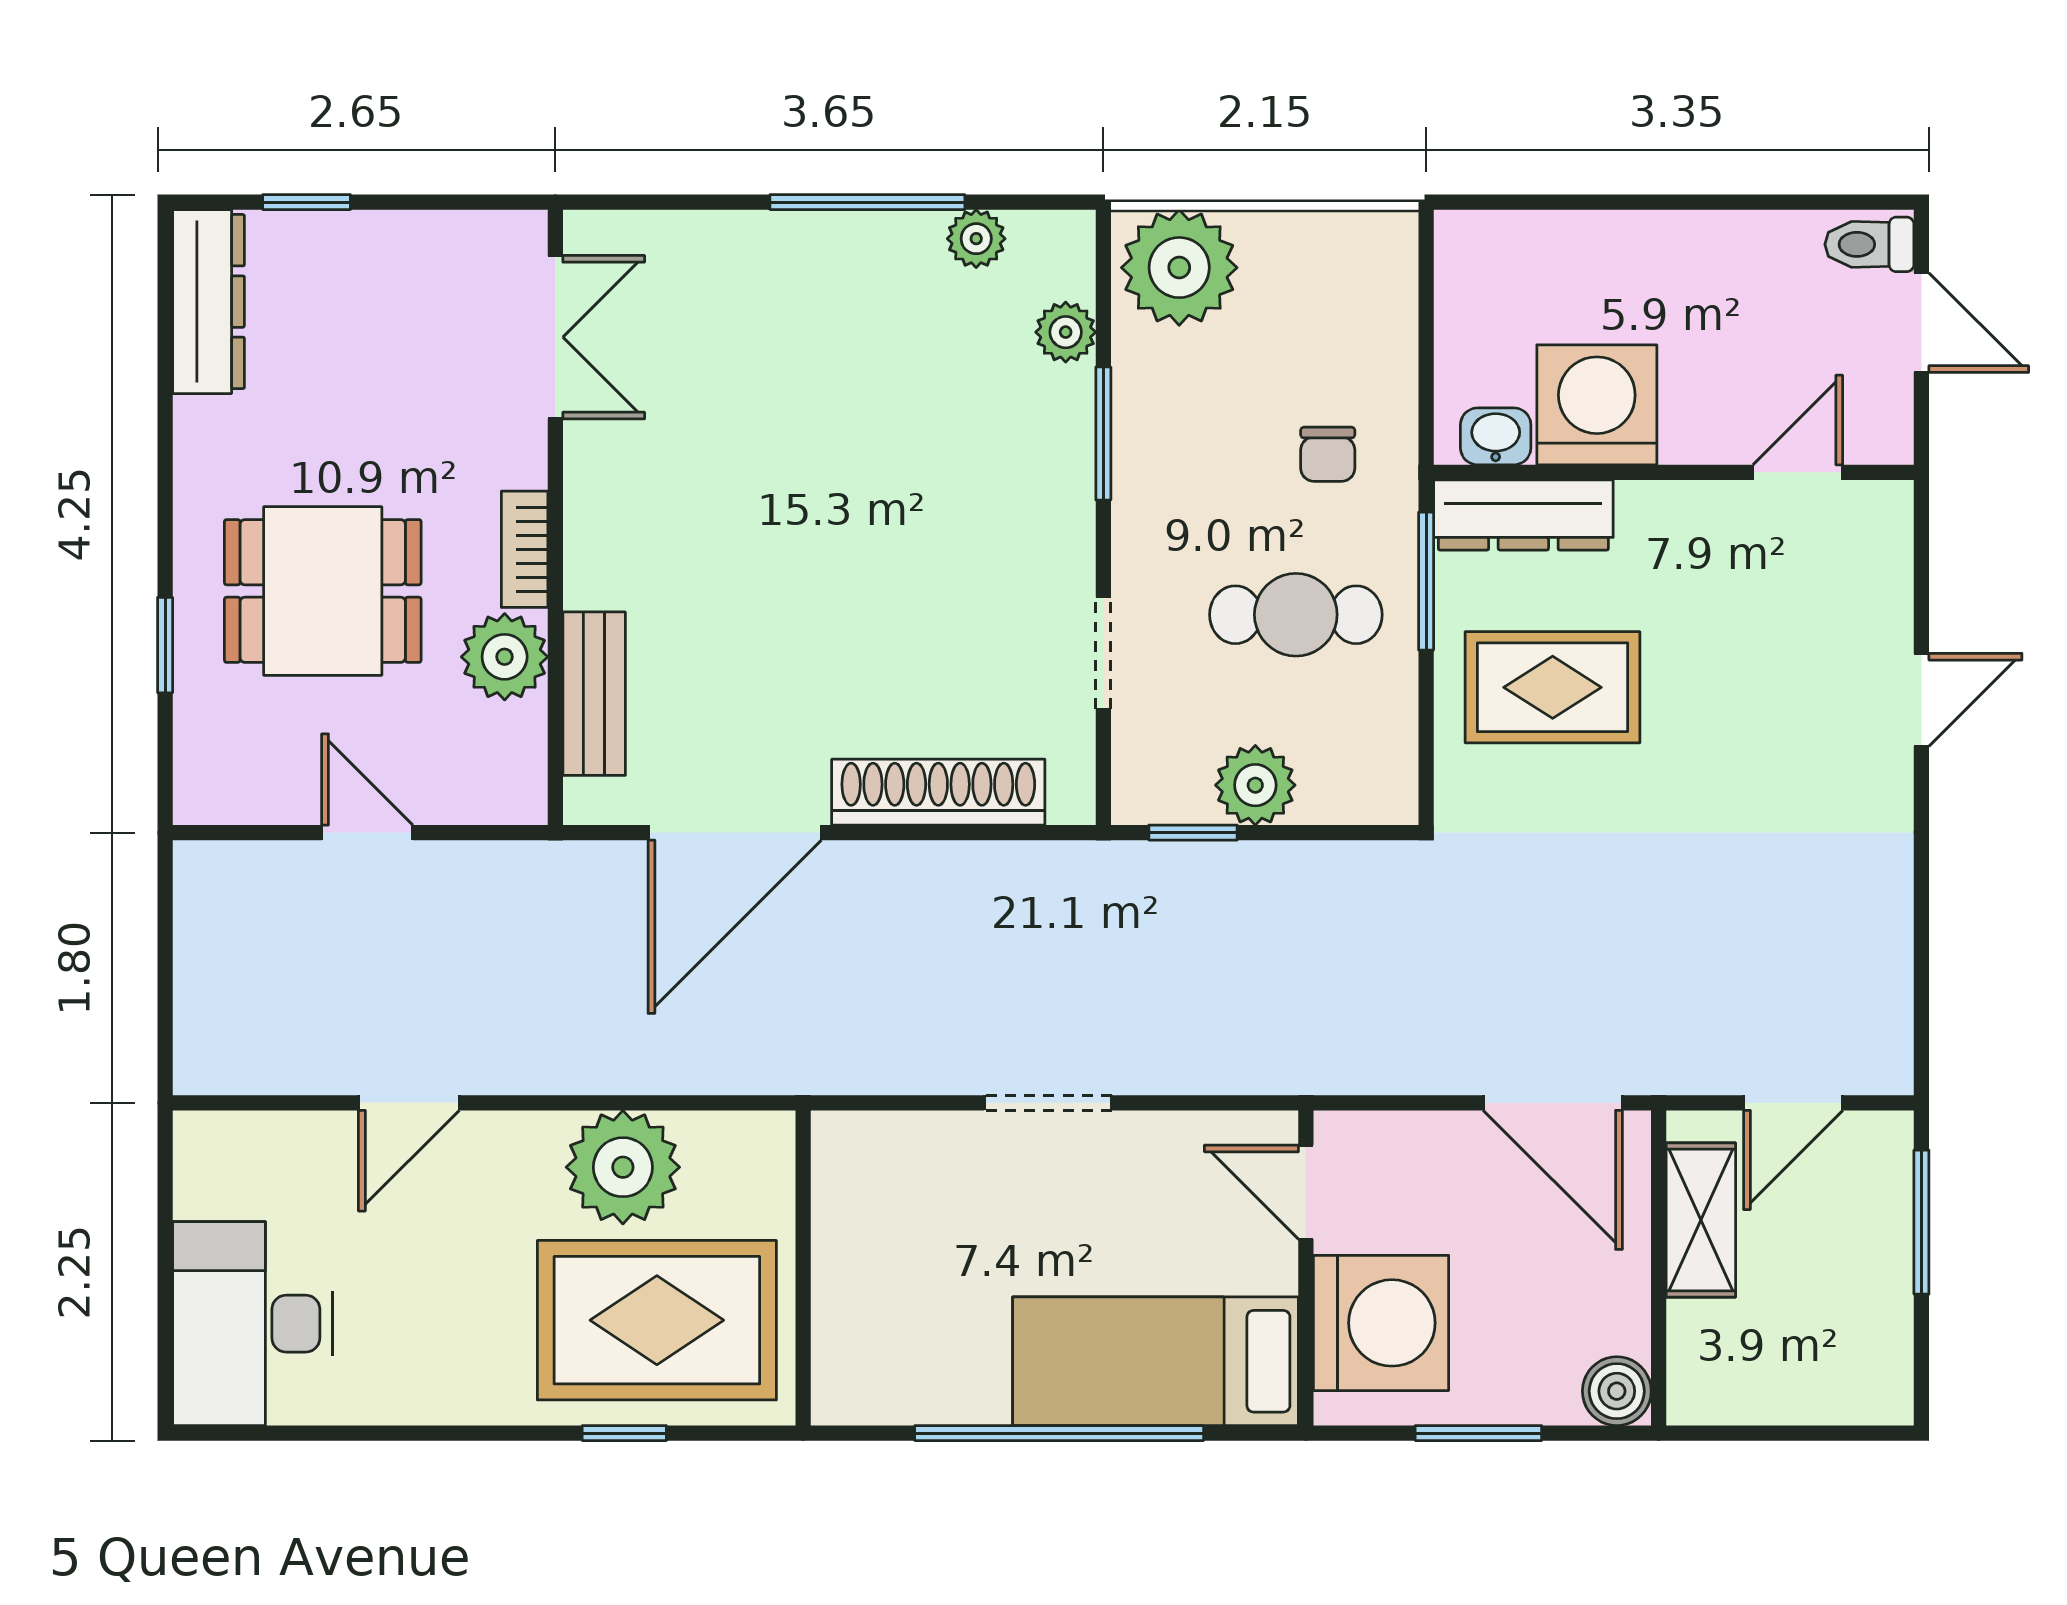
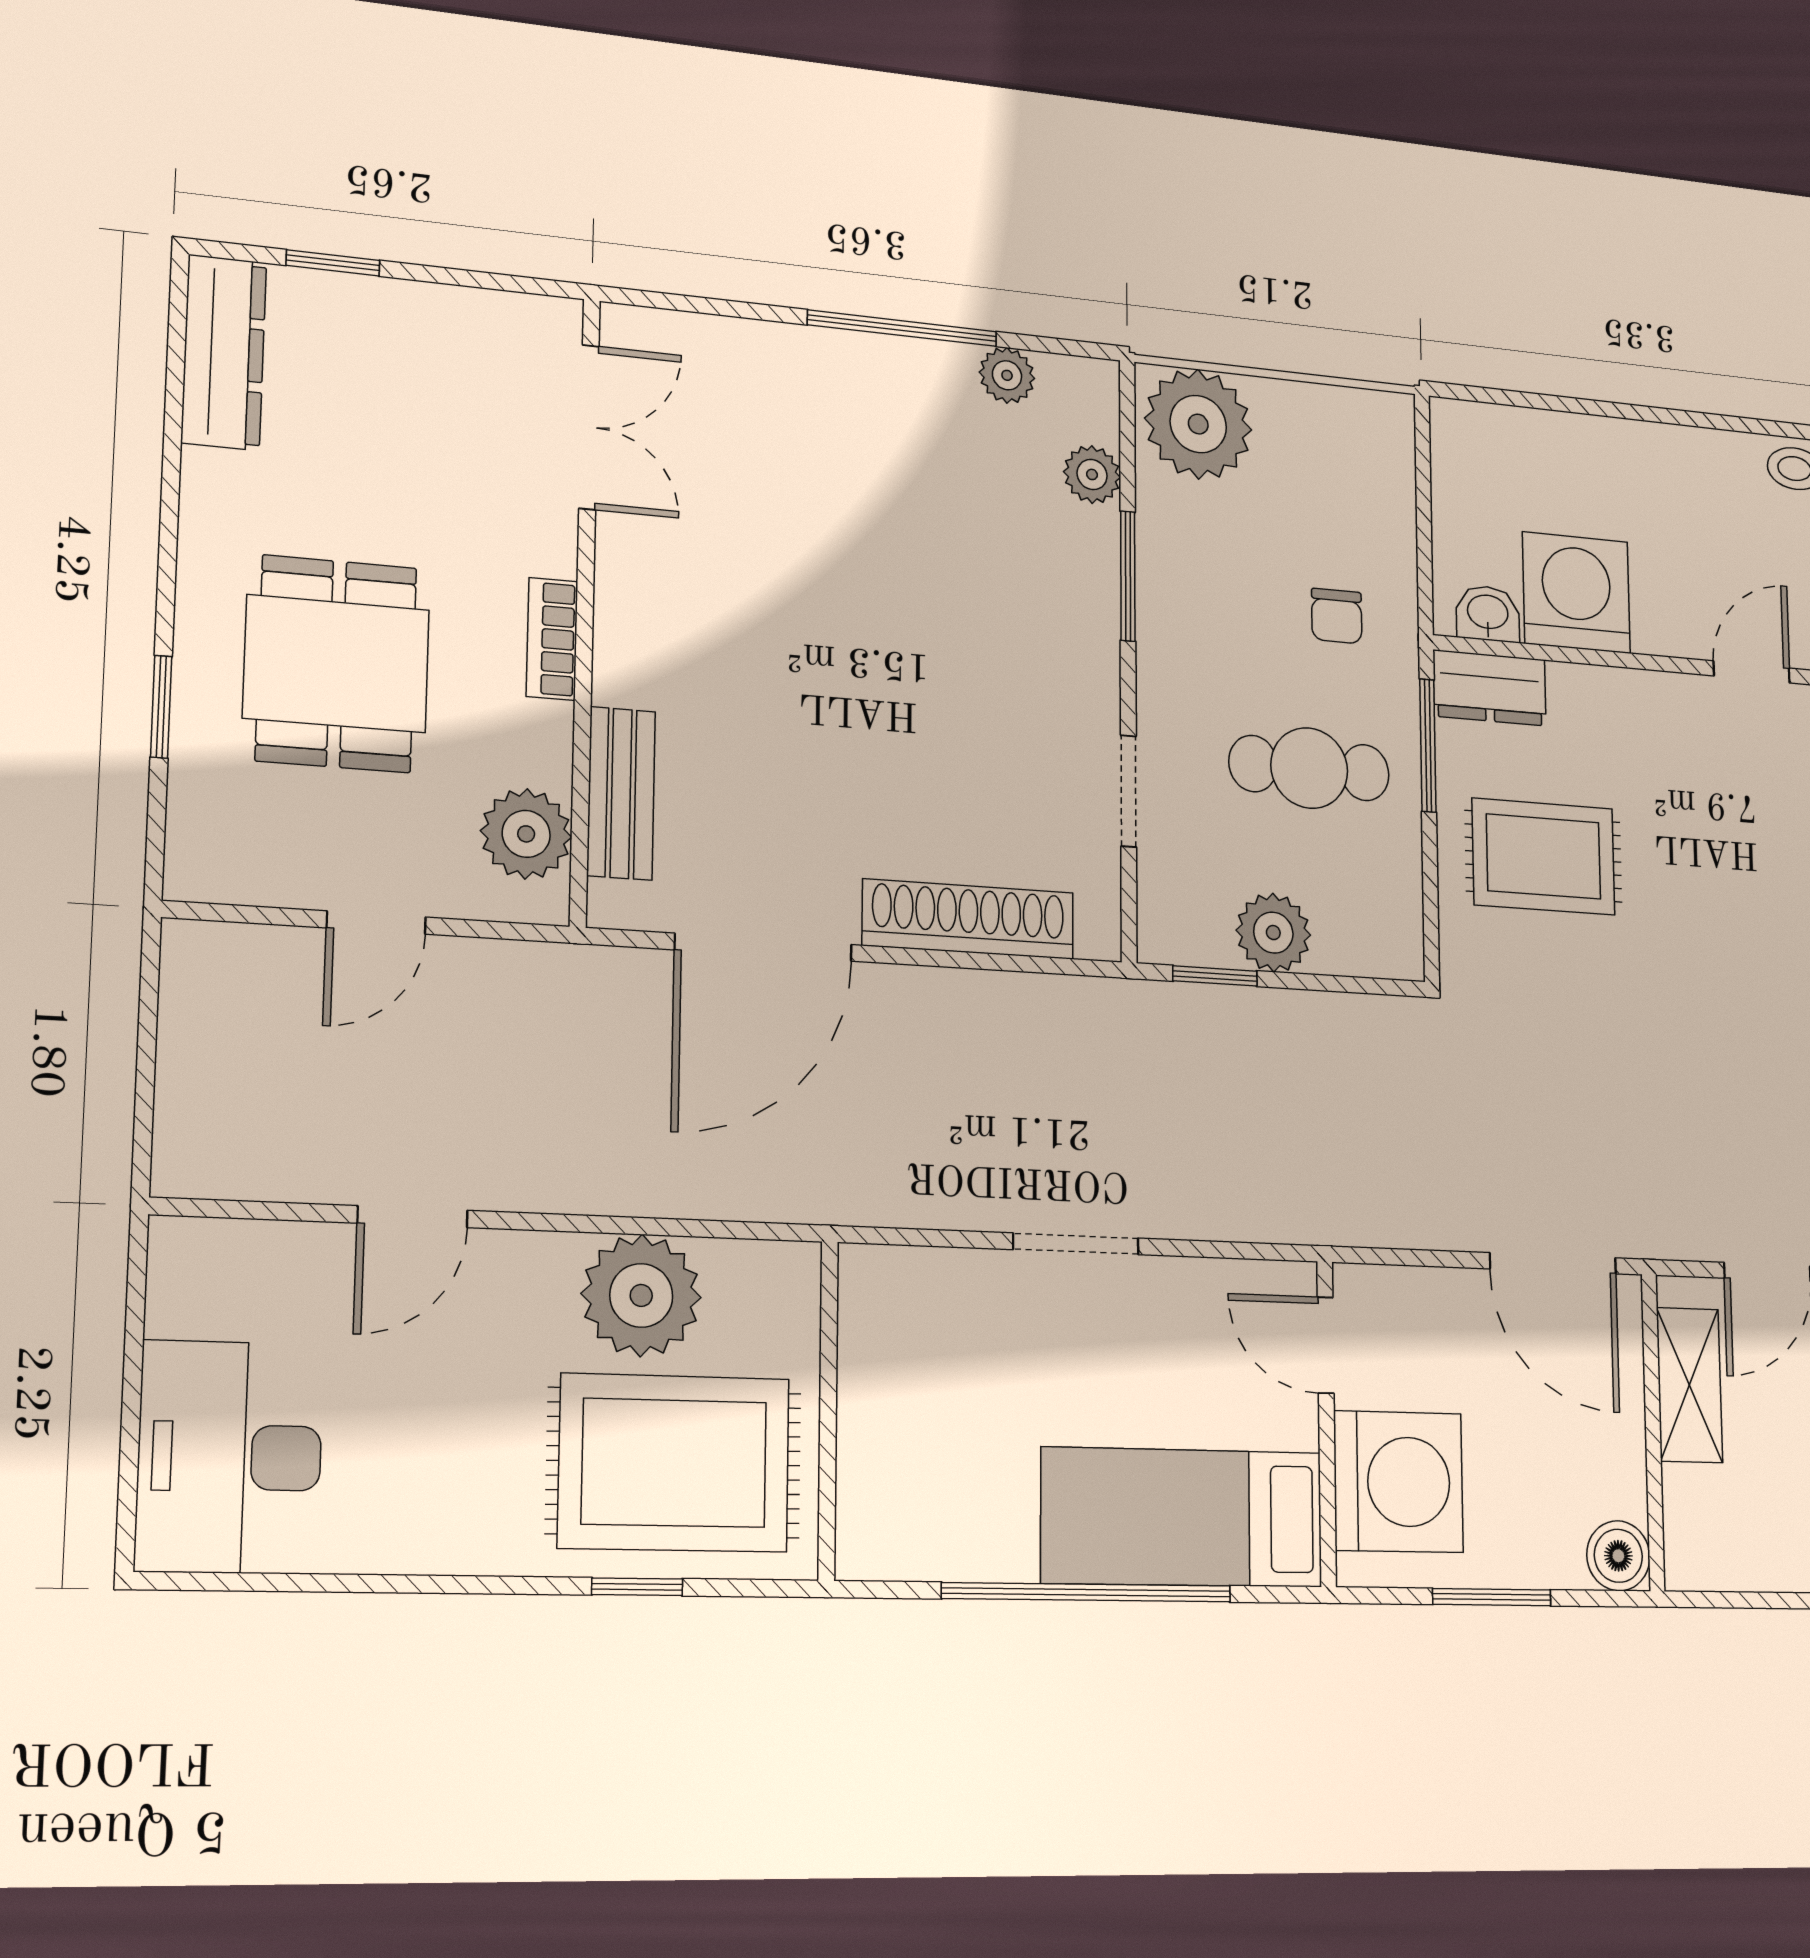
dresser: (1523, 515) -> (1490, 688), width x0.70
dining table: (323, 591) -> (336, 664), turned 90
plant: (505, 657) -> (526, 834), moved
door: (367, 833) -> (376, 923), swing flipped

